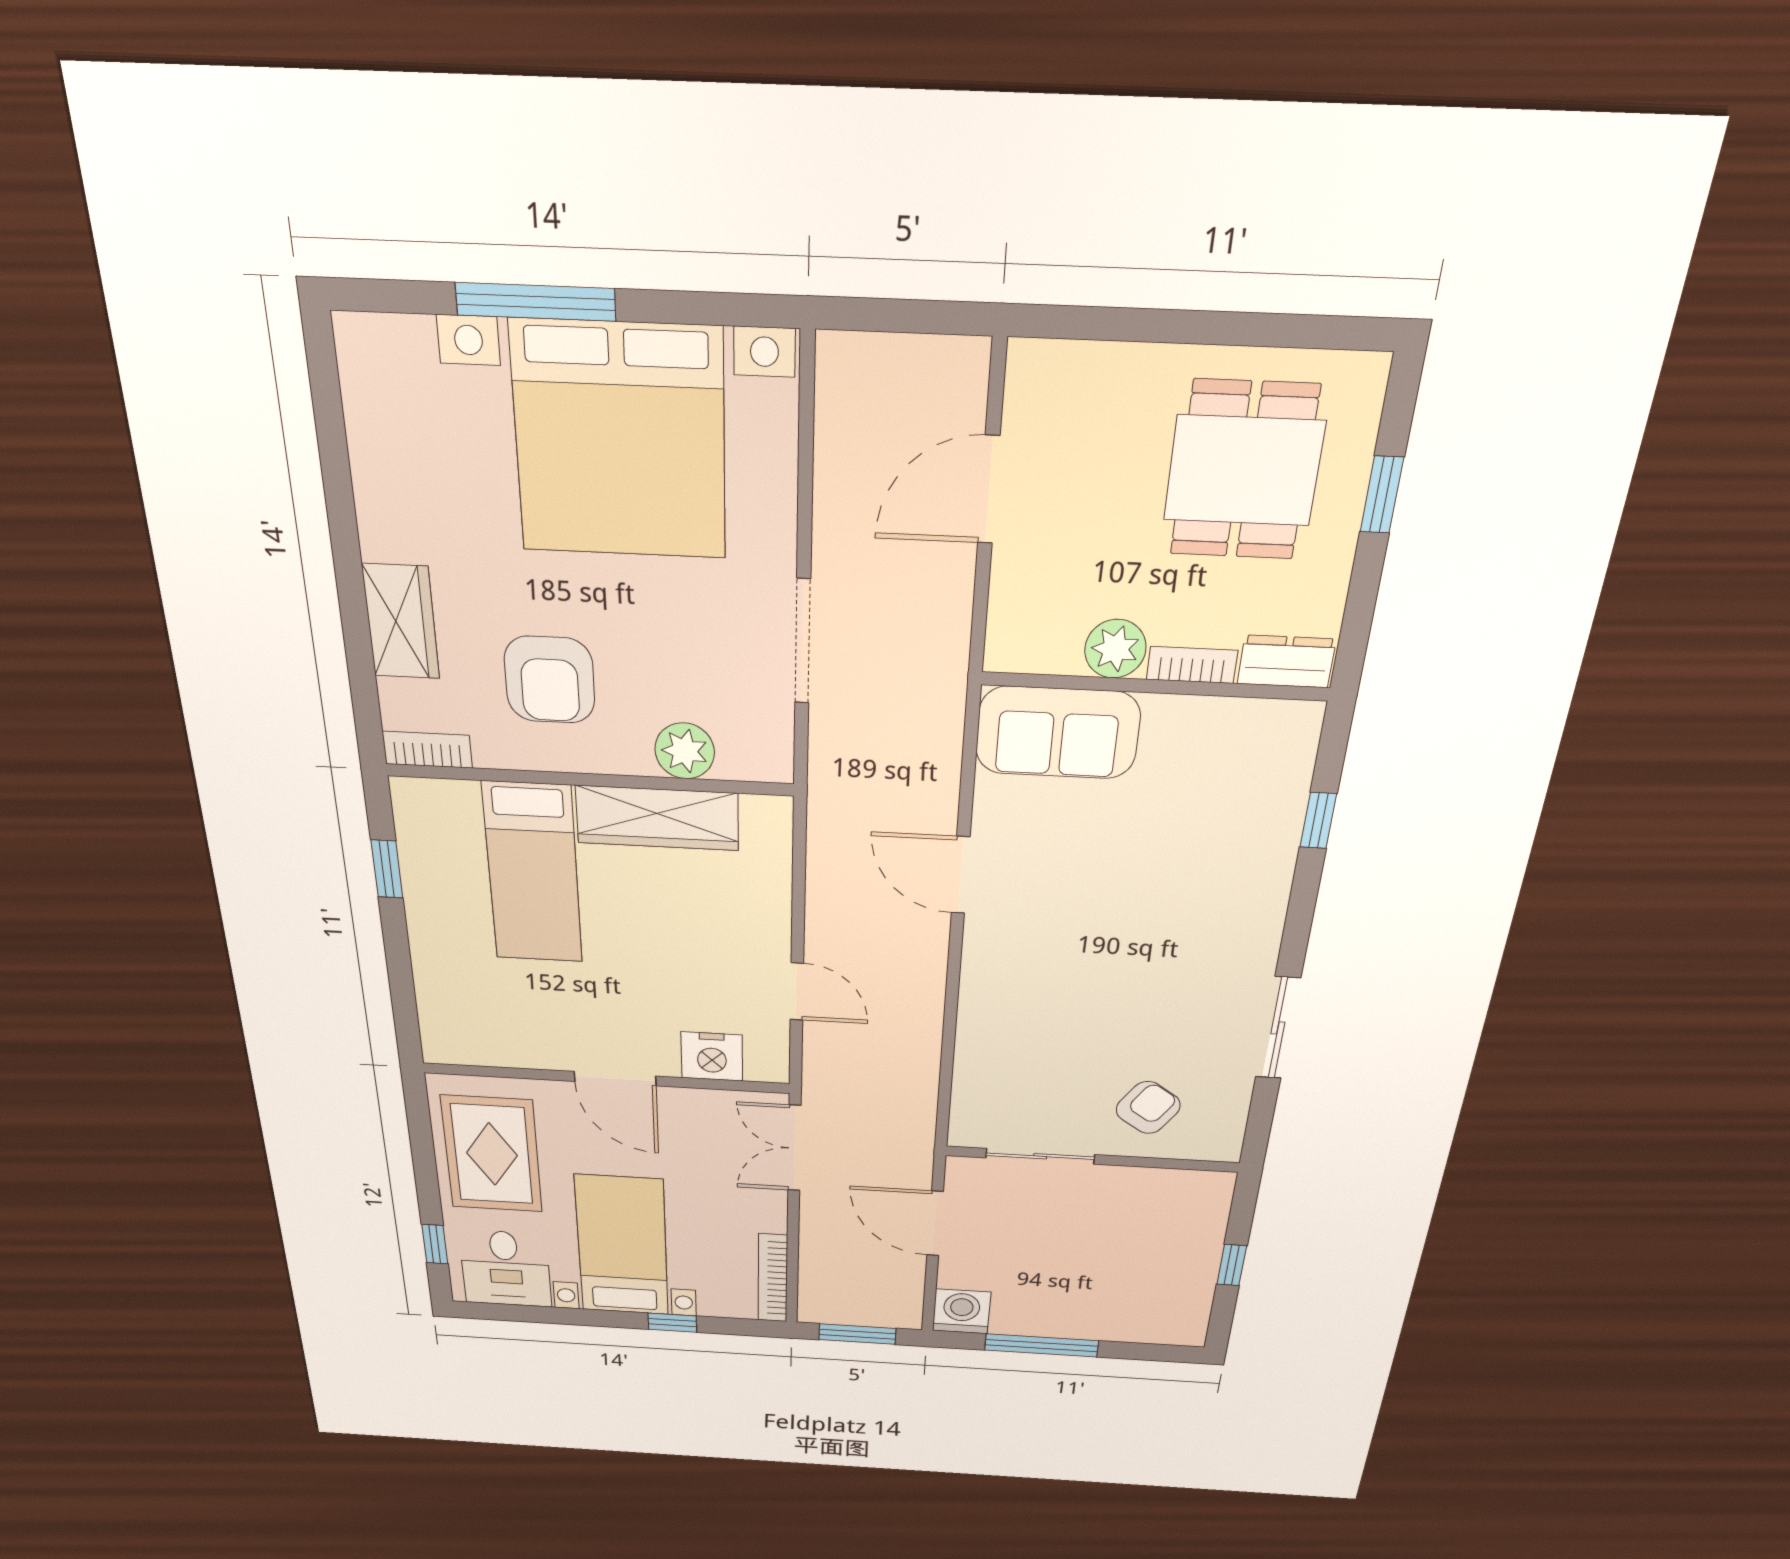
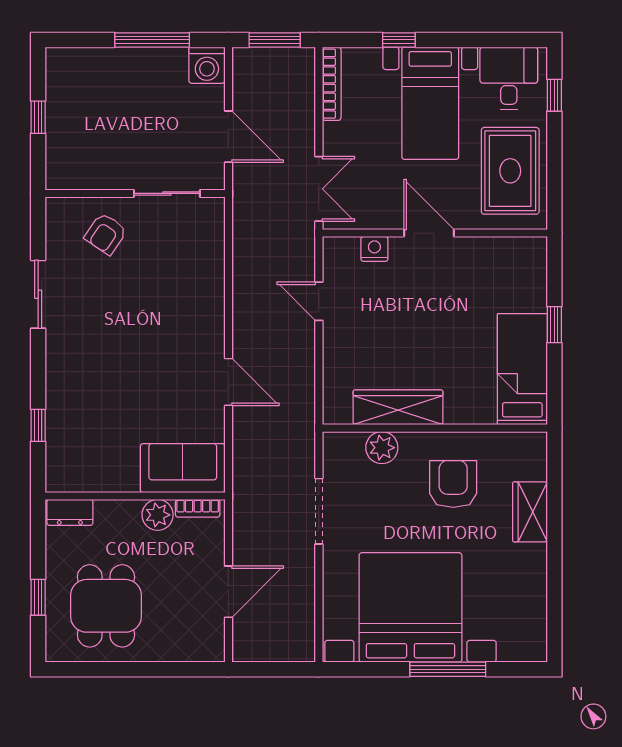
bookcase: (1192, 665) -> (198, 508), moved
bookcase: (427, 750) -> (523, 441), removed
window: (387, 869) -> (554, 325), moved
bed: (533, 874) -> (522, 369), moved
nightstand: (712, 1056) -> (374, 249), width x0.74, depth x0.75

